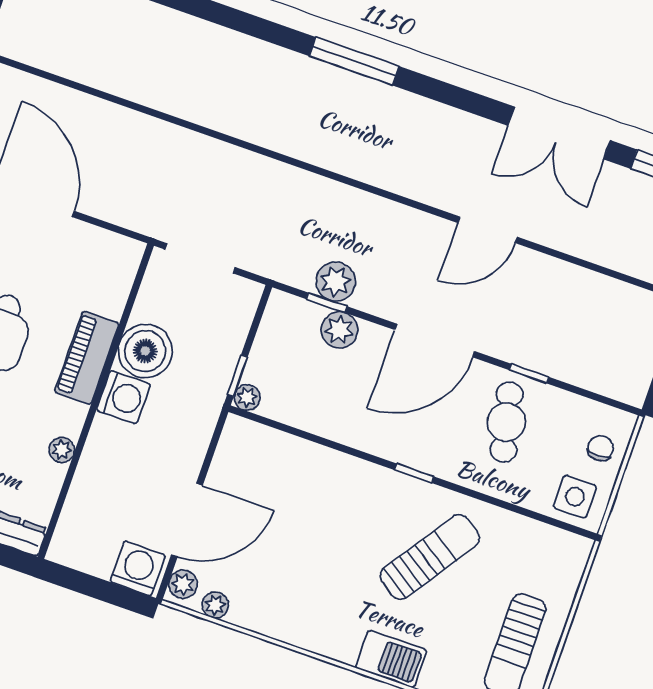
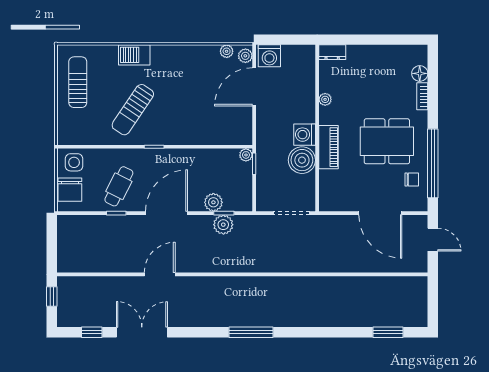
cafe table: (506, 422) -> (119, 186), turned 40
chair: (601, 448) -> (70, 190), width x1.87, depth x1.87

